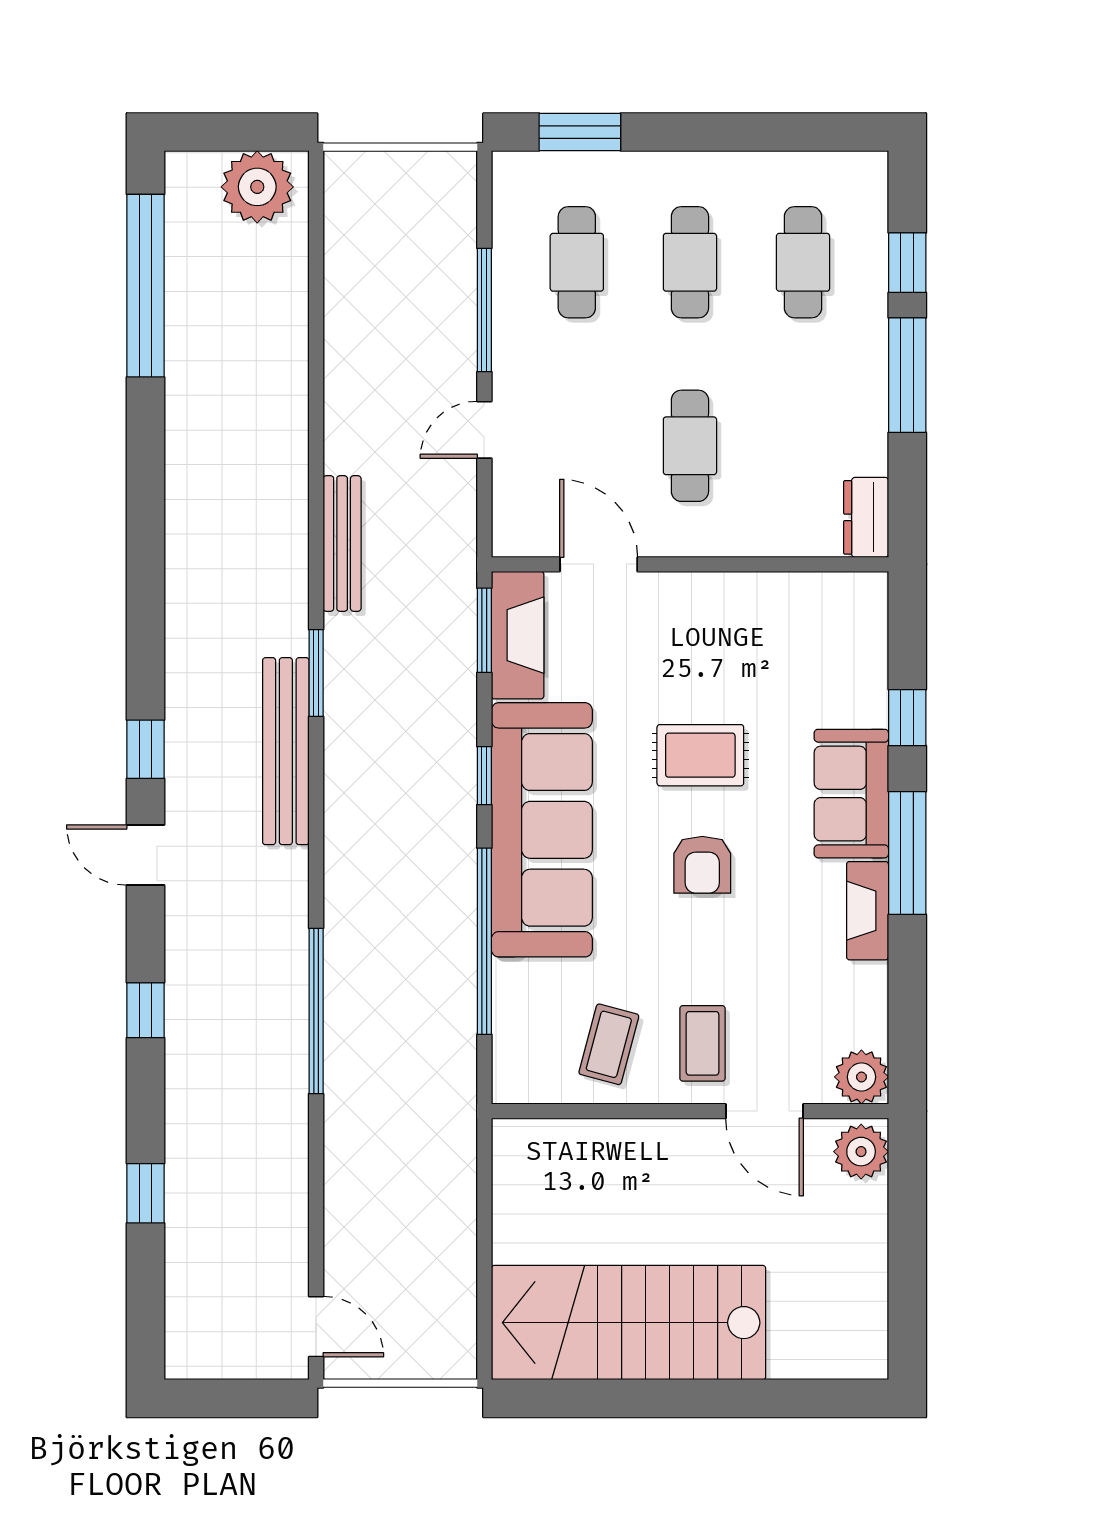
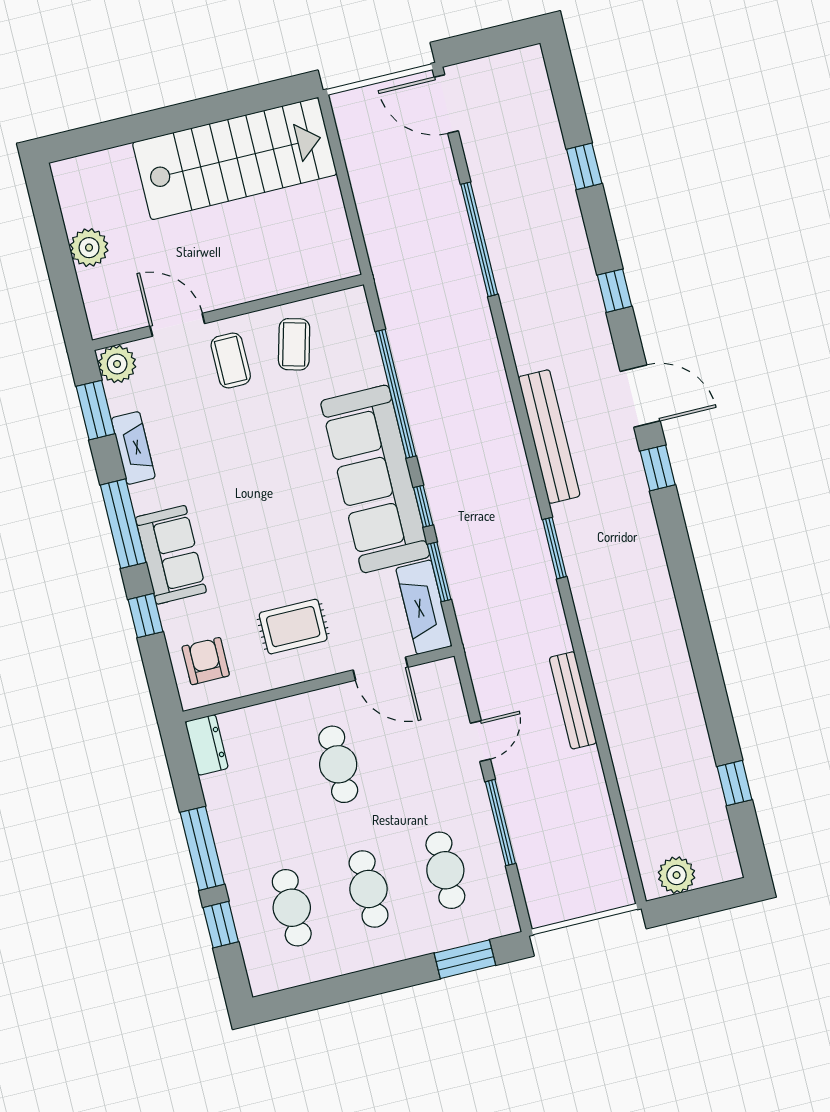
plant: (257, 187) -> (677, 875), width x0.73, depth x0.73
window: (146, 286) -> (734, 783), width x0.32
bench: (342, 544) -> (573, 700), moved
window: (484, 630) -> (439, 572), moved
bench: (286, 751) -> (549, 437), moved
rug: (700, 755) -> (293, 627), moved
door: (146, 855) -> (640, 396), width x1.38
armchair: (702, 865) -> (206, 661), moved
fireplace: (868, 911) -> (133, 448), moved
window: (316, 1011) -> (479, 239), moved
window: (907, 1020) -> (95, 410), added
plant: (861, 1152) -> (89, 248), moved
door: (316, 1327) -> (446, 104), width x1.38

